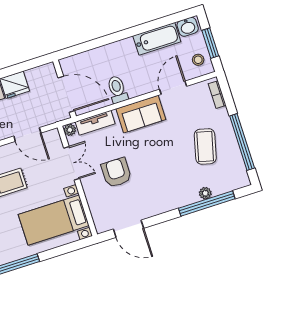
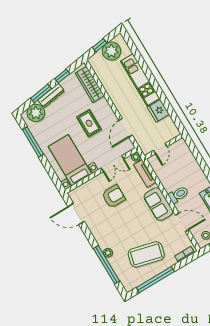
toilet: (117, 89) -> (178, 195), moved
door: (66, 94) -> (160, 149), width x0.53
coffee table: (205, 146) -> (146, 254), width x1.36, depth x1.32
plant: (205, 193) -> (108, 253), moved
door: (128, 229) -> (76, 214), hinge flipped

